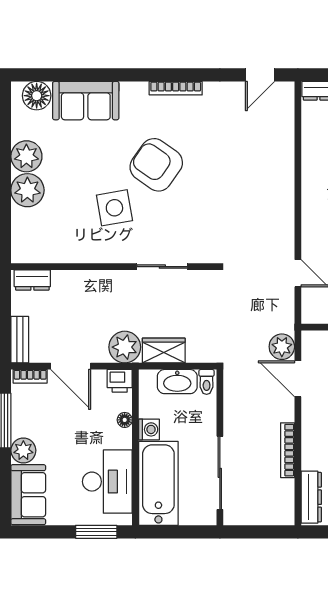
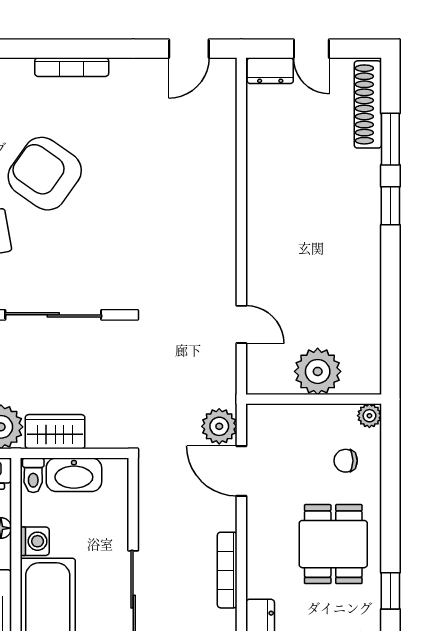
sliding door: (162, 267) -> (53, 315), width x1.37
toilet: (207, 382) -> (33, 475), moved

